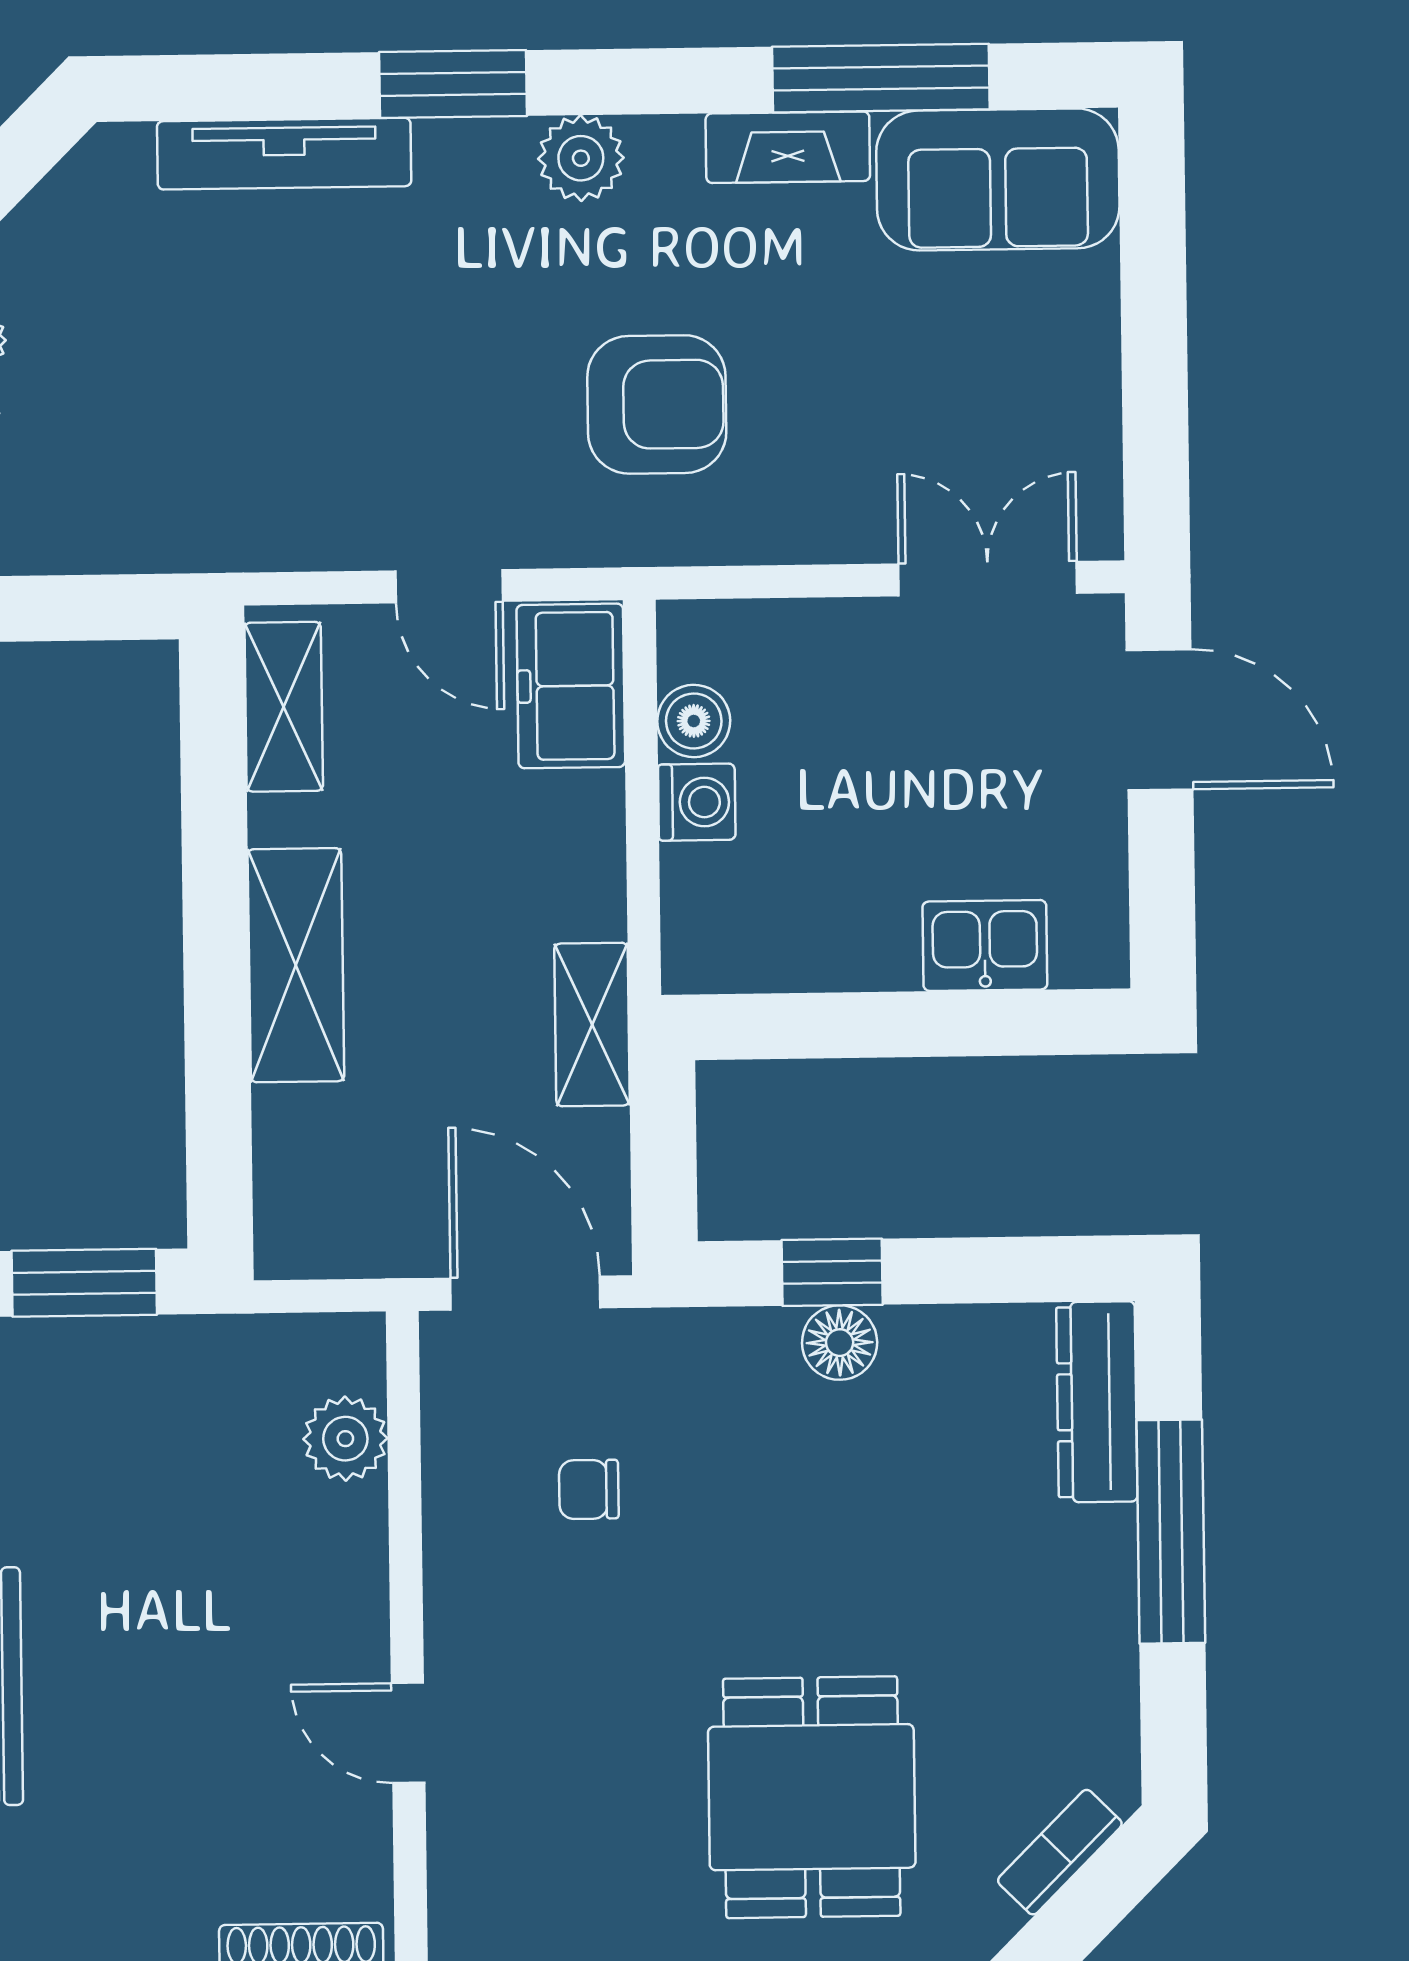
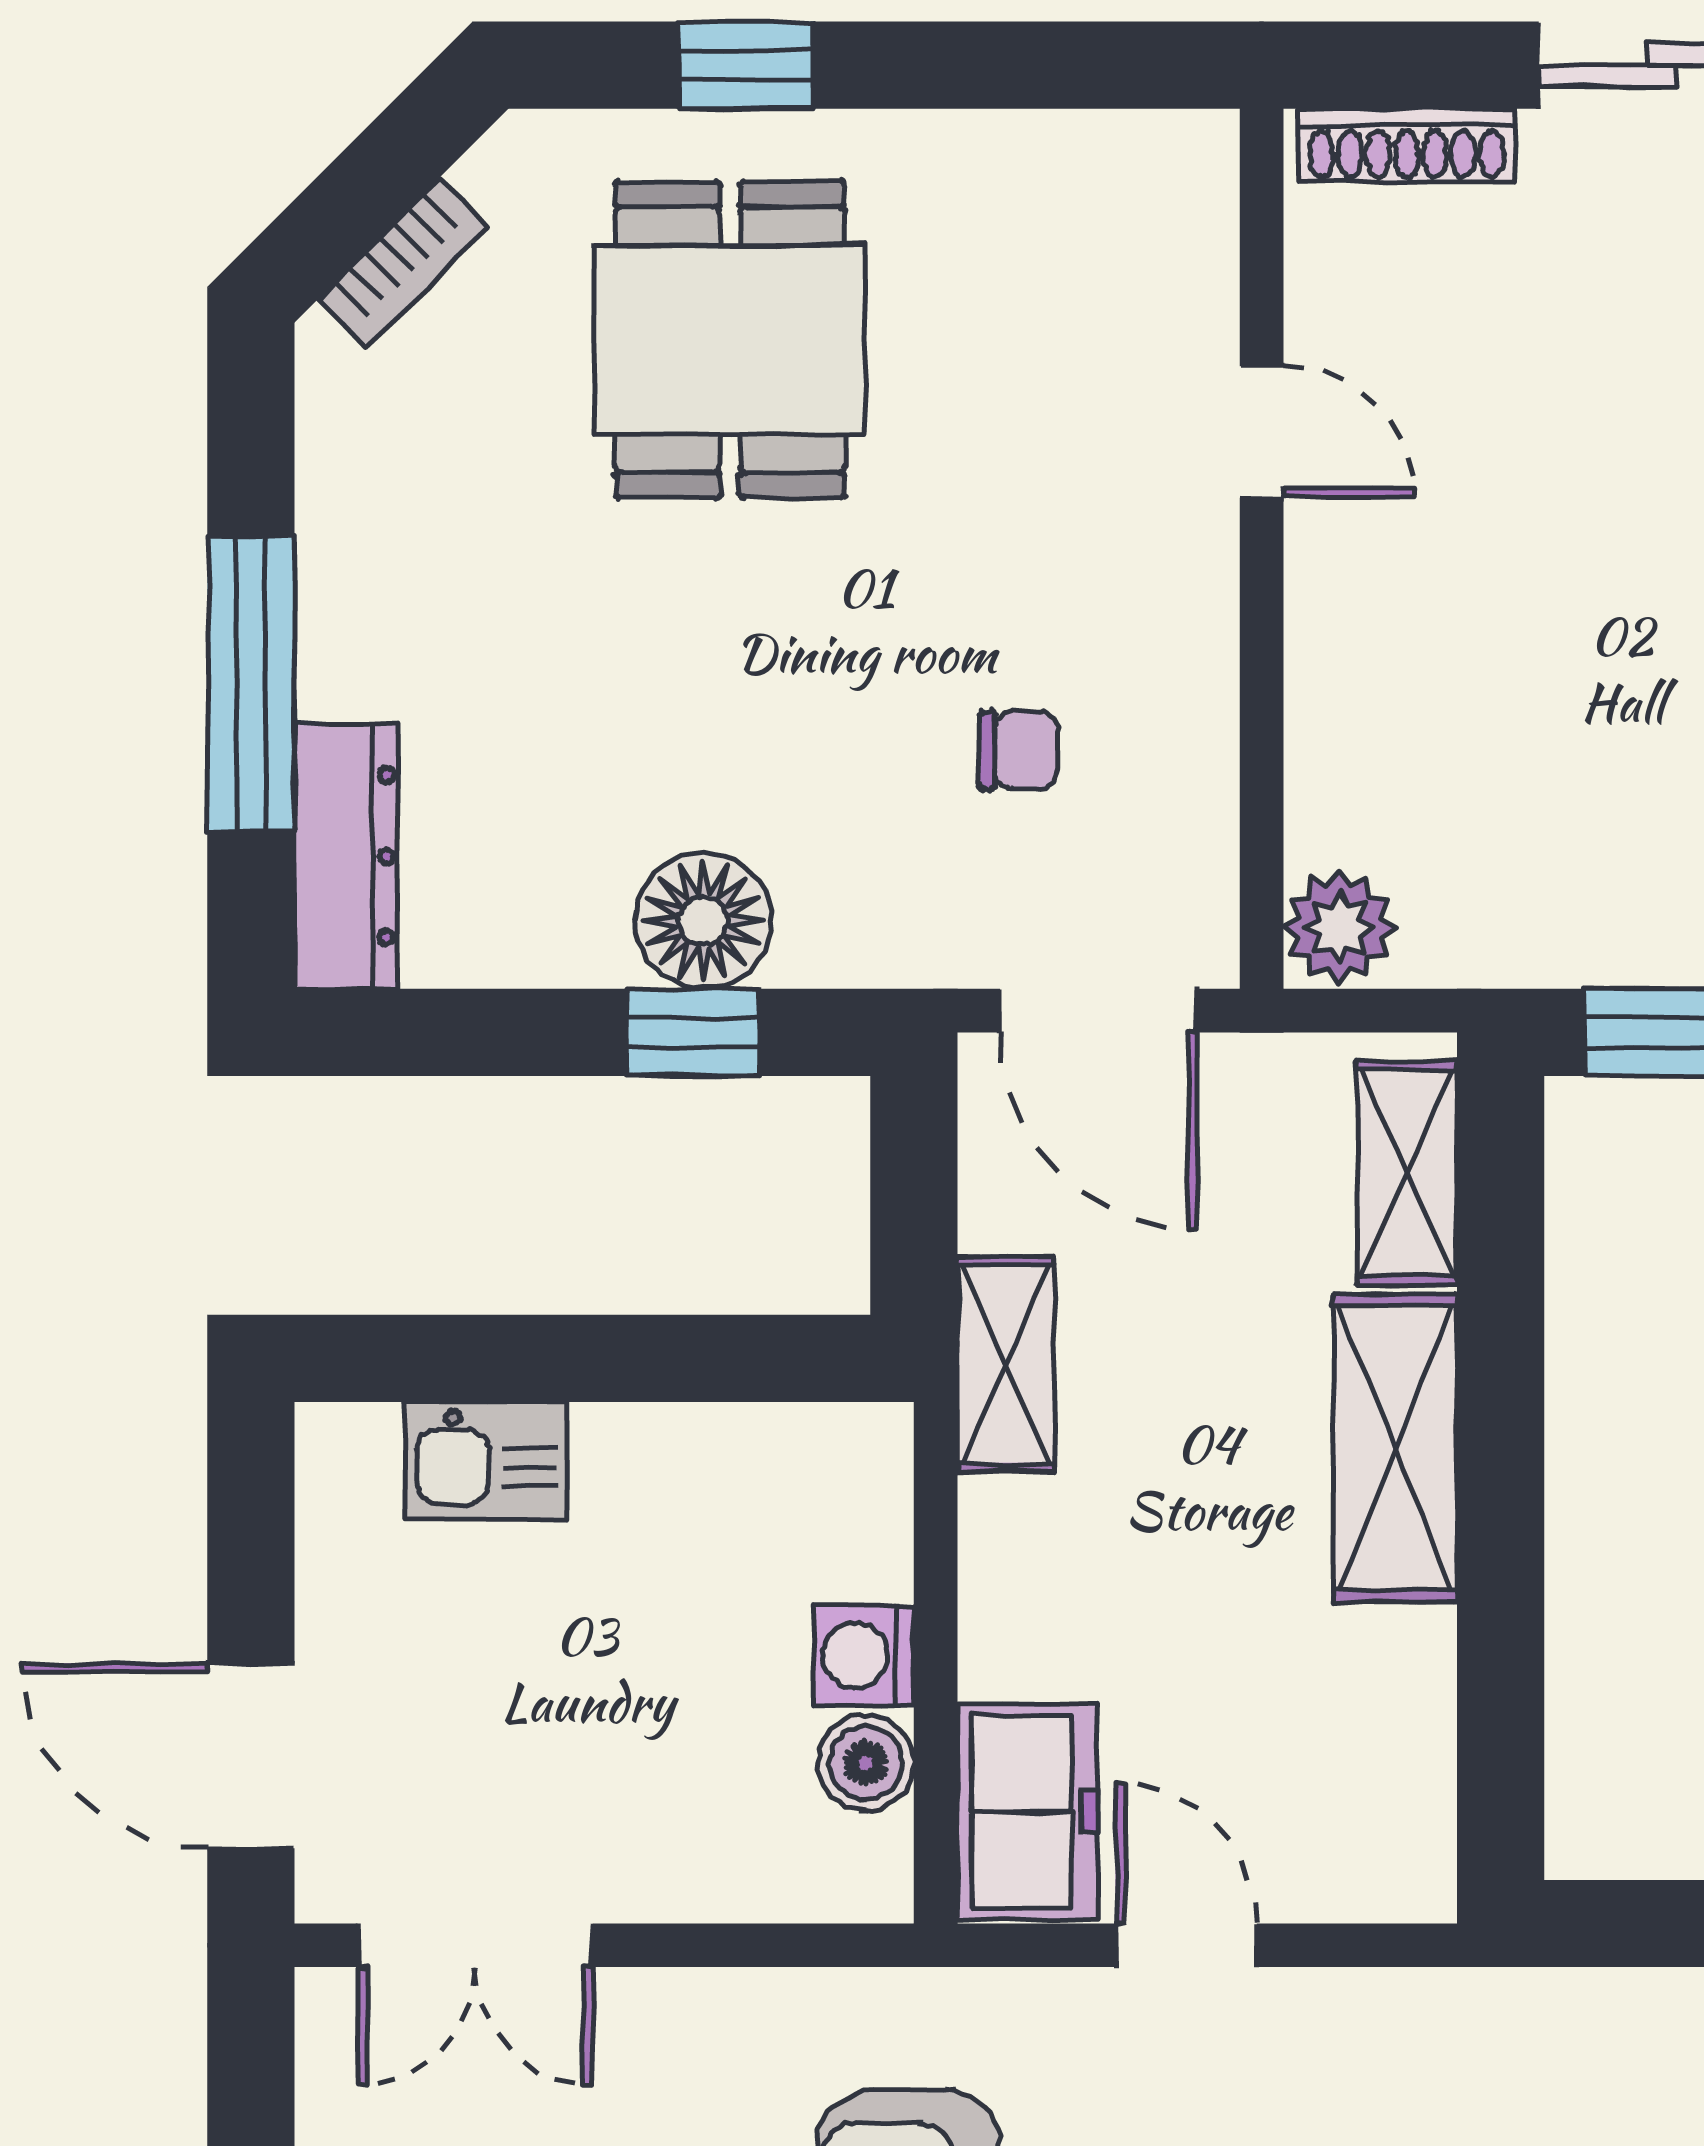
shelving: (284, 707) -> (1407, 1173), moved
floor lamp: (840, 1343) -> (703, 921), width x1.38, depth x1.38
plant: (345, 1439) -> (1339, 927), moved

